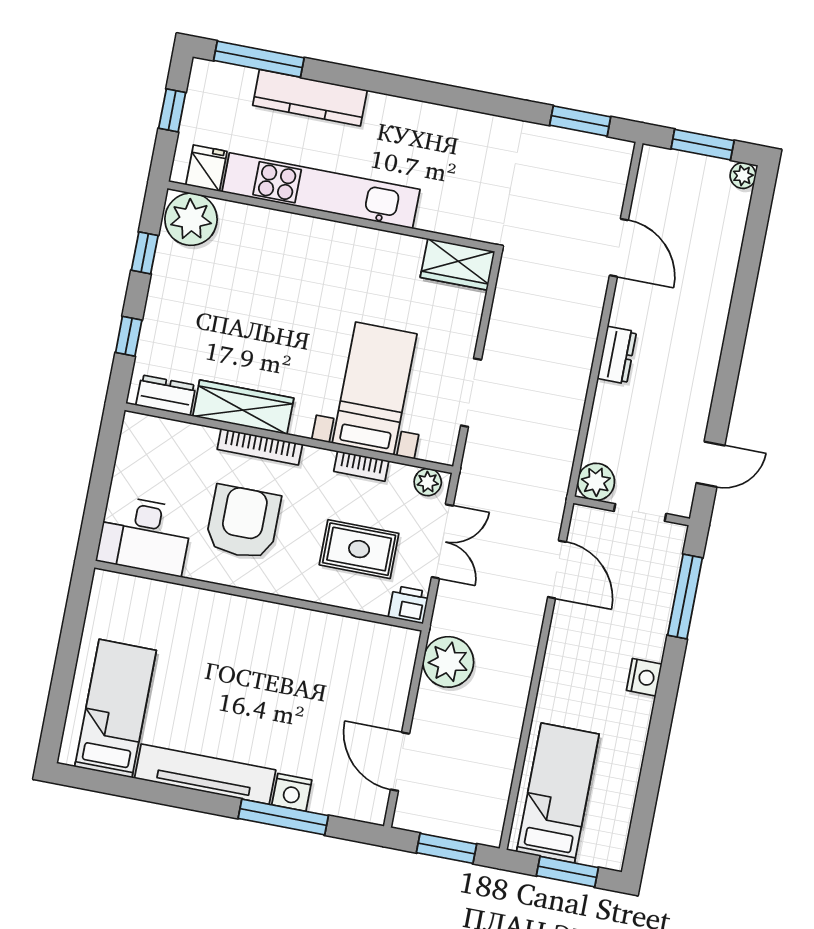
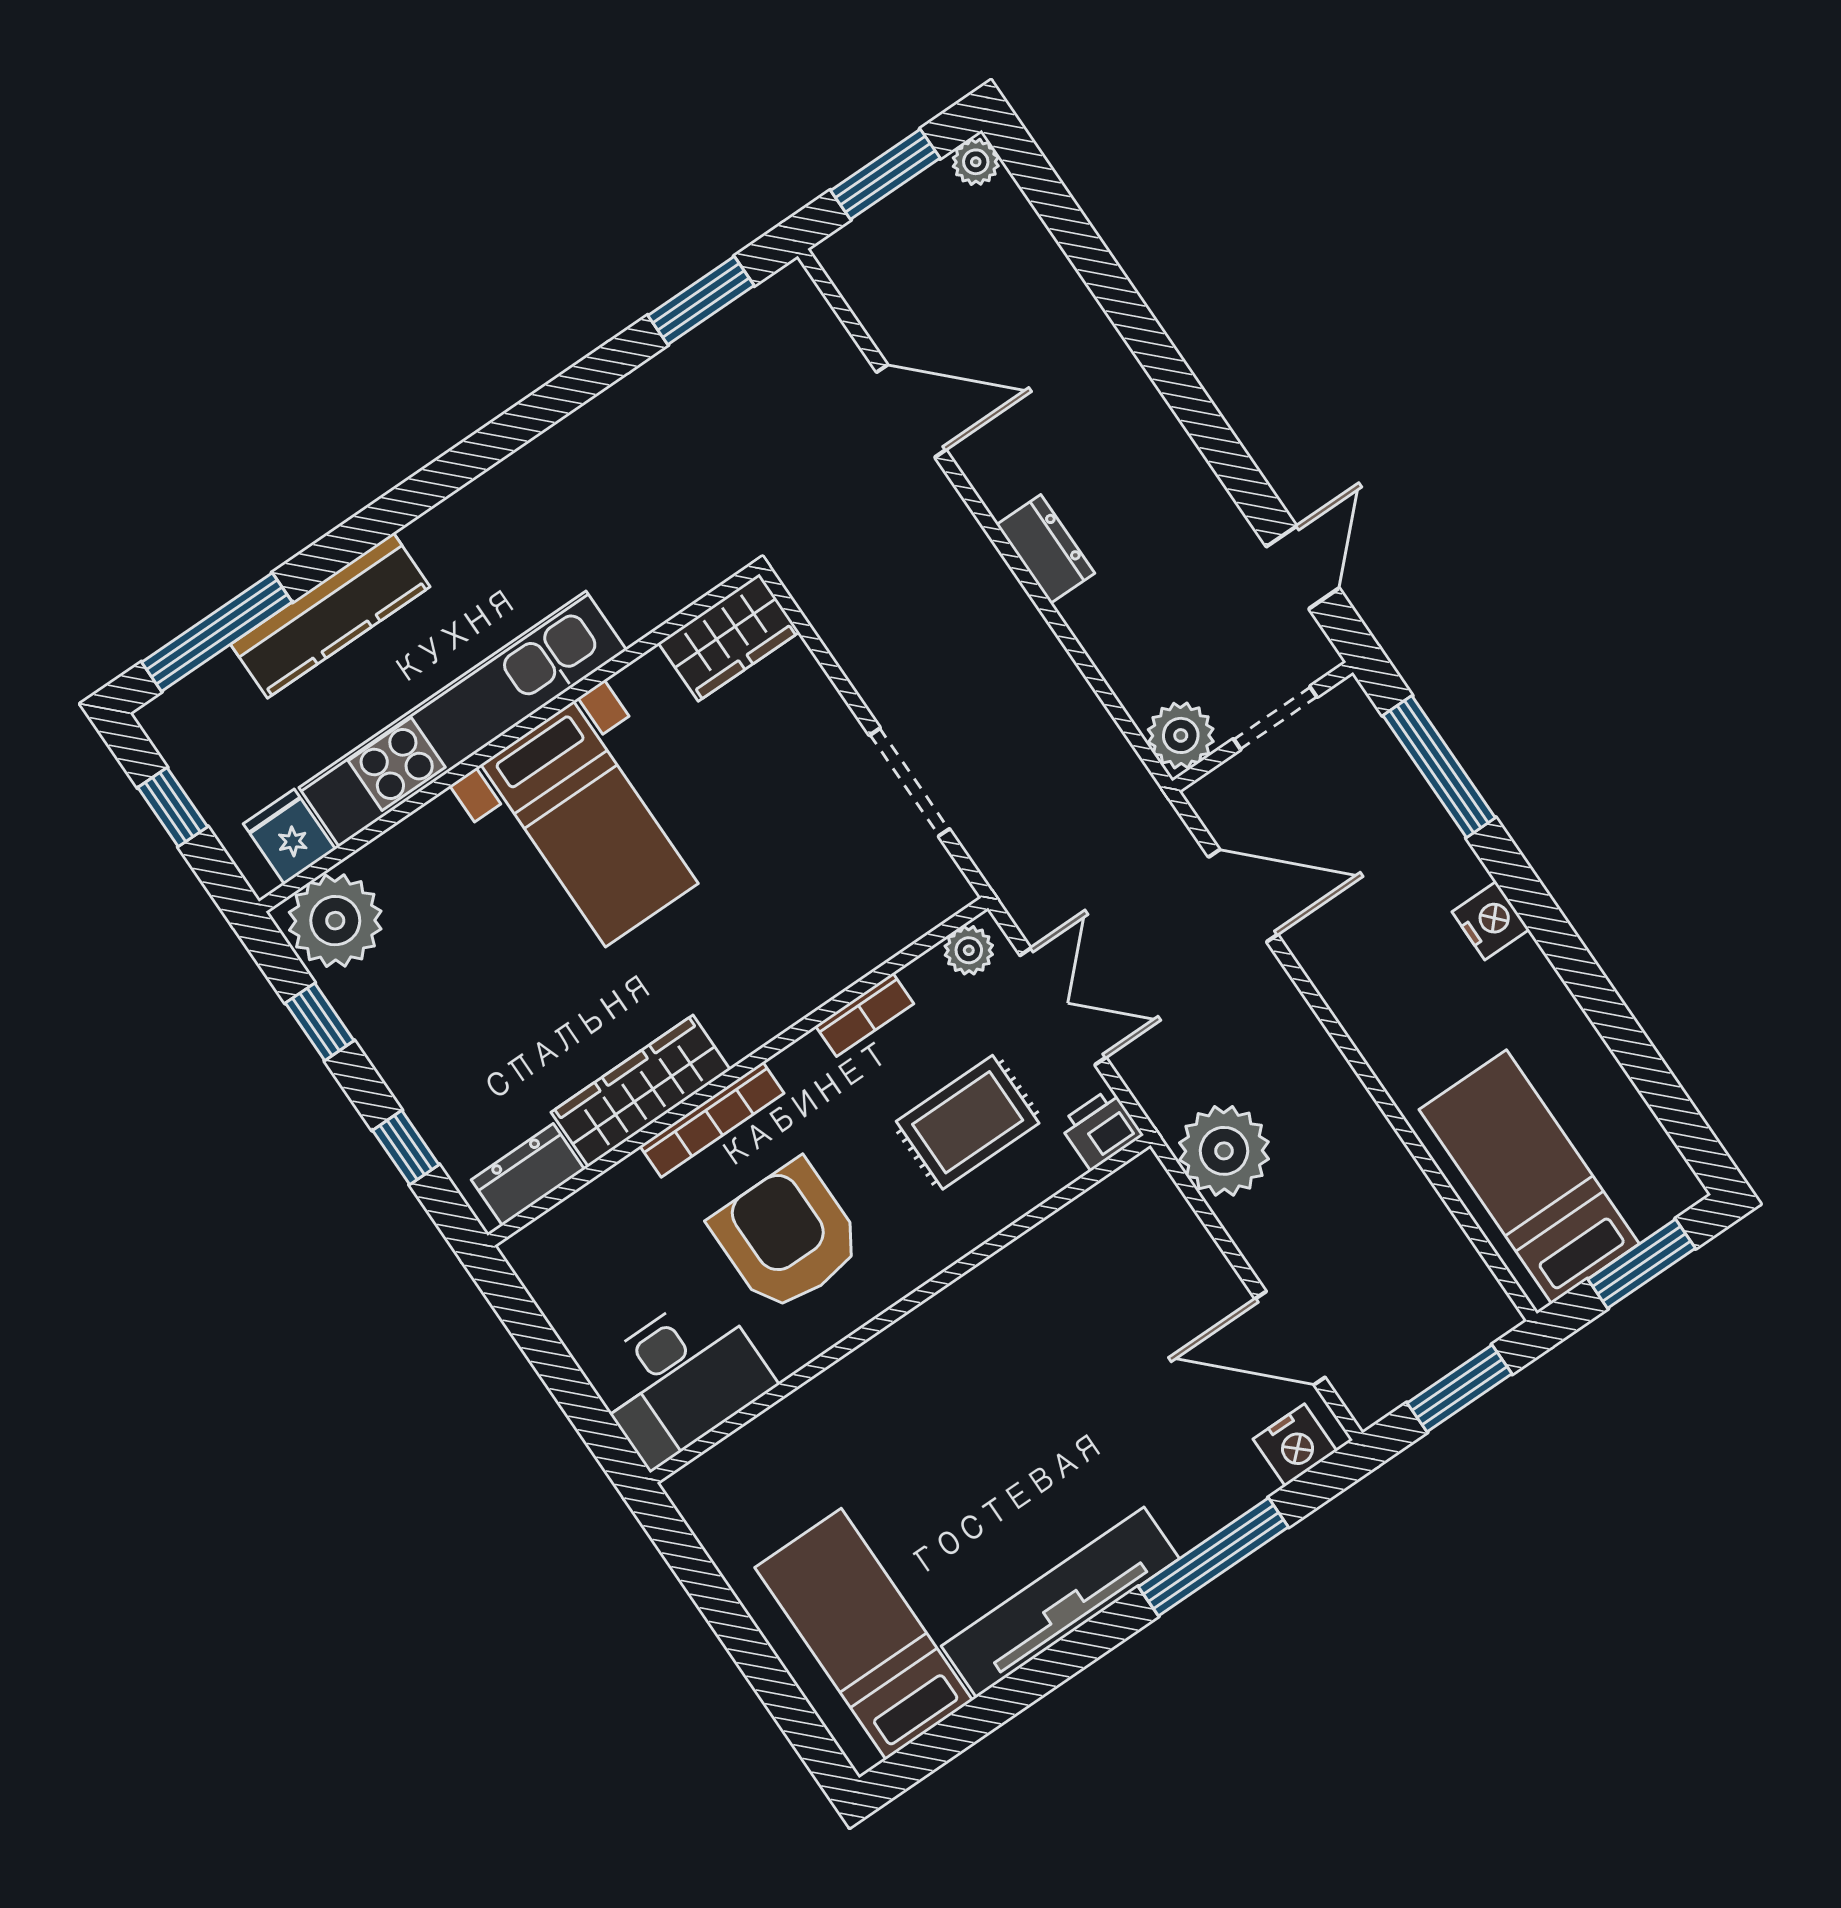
bed with nightstands: (375, 388) -> (589, 824), moved, turned 180
nightstand: (292, 792) -> (1295, 1445), moved

